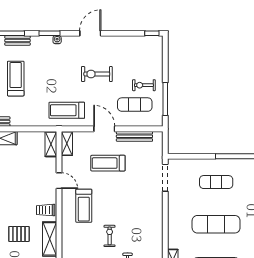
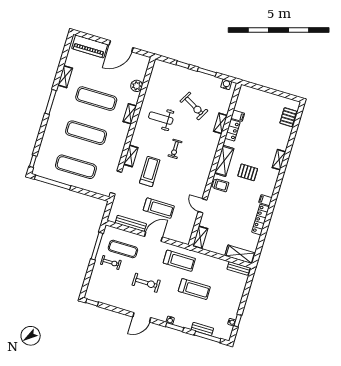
treadmill: (16, 79) -> (194, 289), moved, turned -90
door: (104, 129) -> (153, 237), swing flipped
shelving: (67, 144) -> (131, 156), moved
exercise mat: (216, 182) -> (76, 167), width x1.36, depth x1.45
treadmill: (84, 206) -> (150, 172), moved

